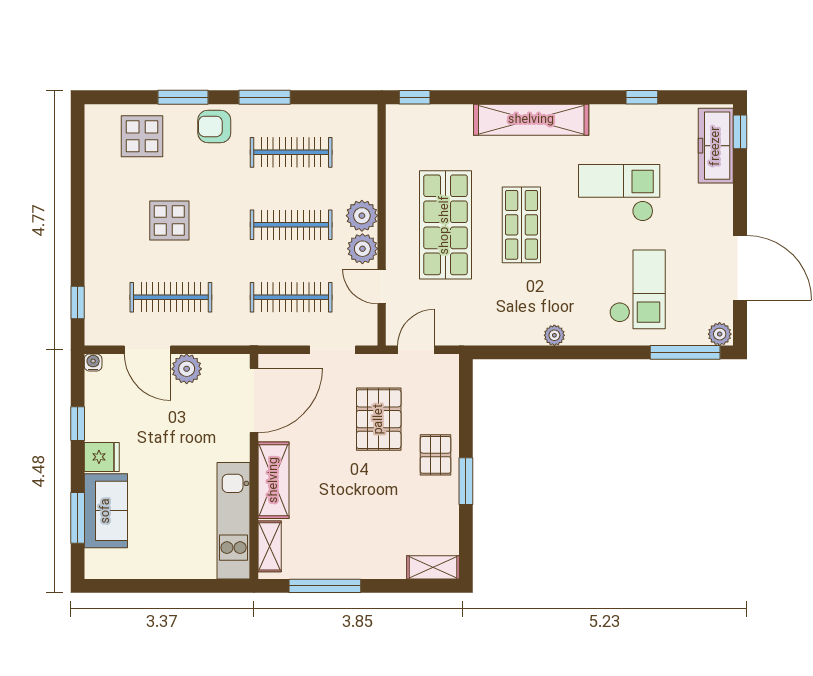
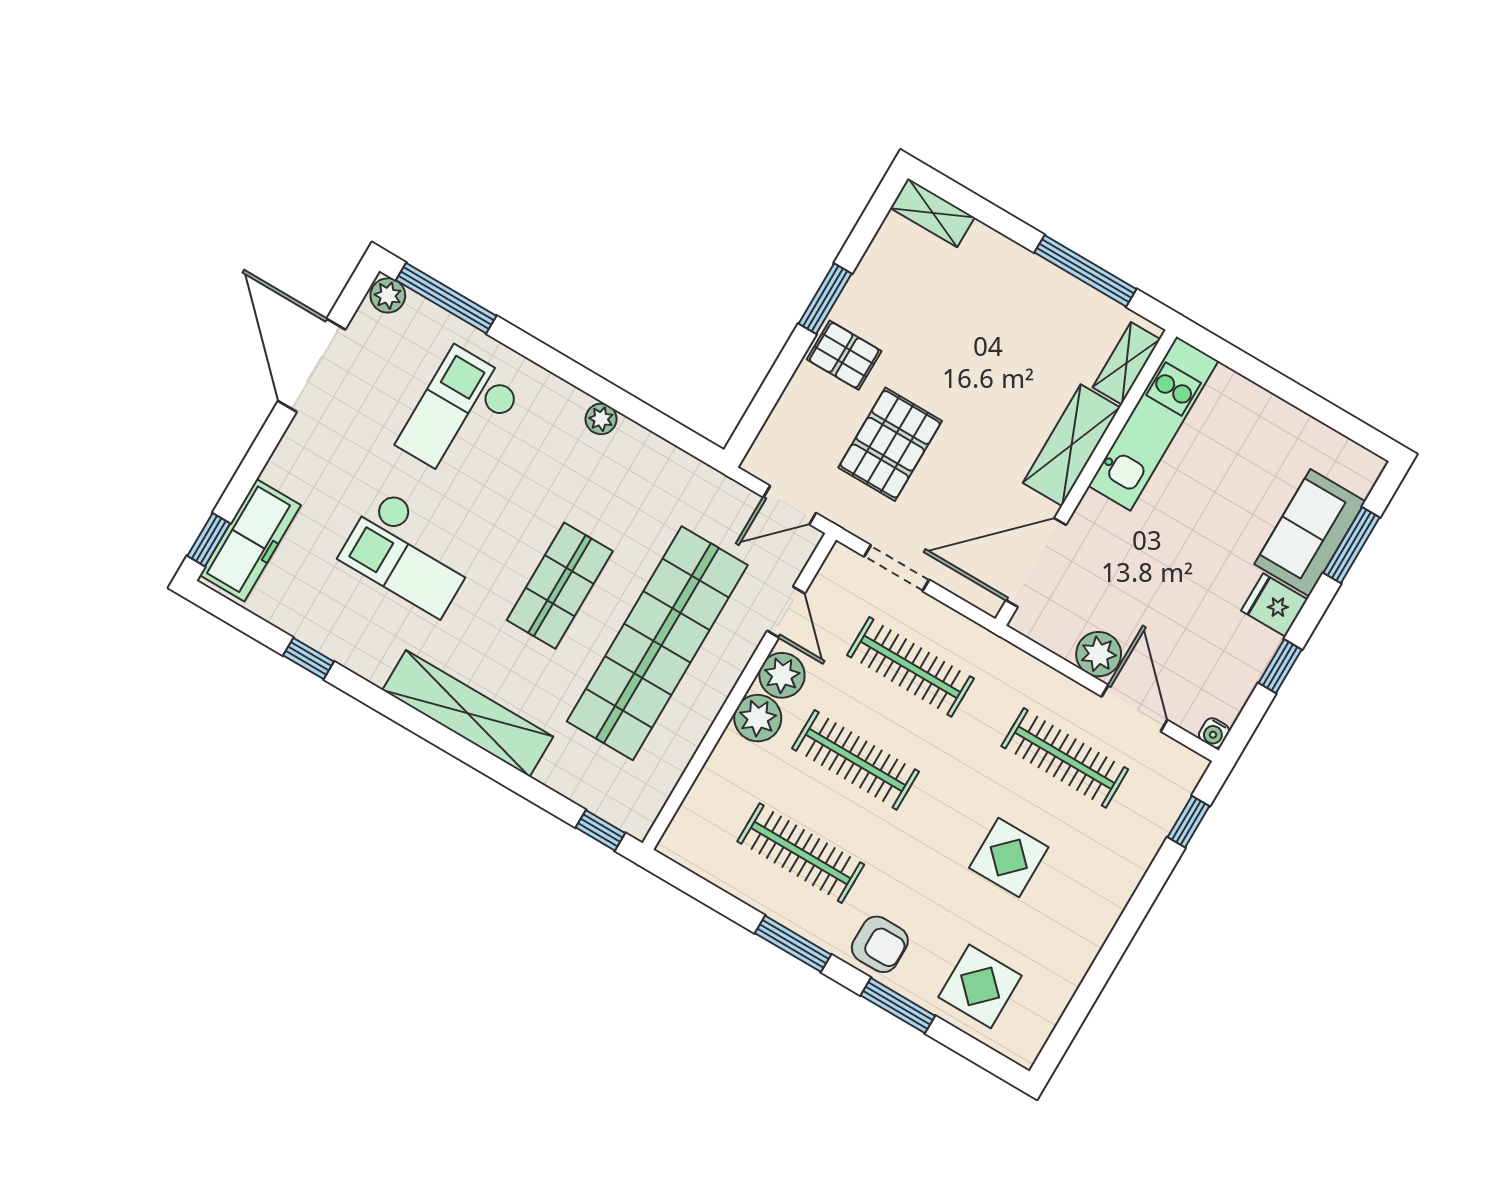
shop shelf: (445, 225) -> (657, 643), width x1.40
pallet: (436, 455) -> (844, 355), turned 90

